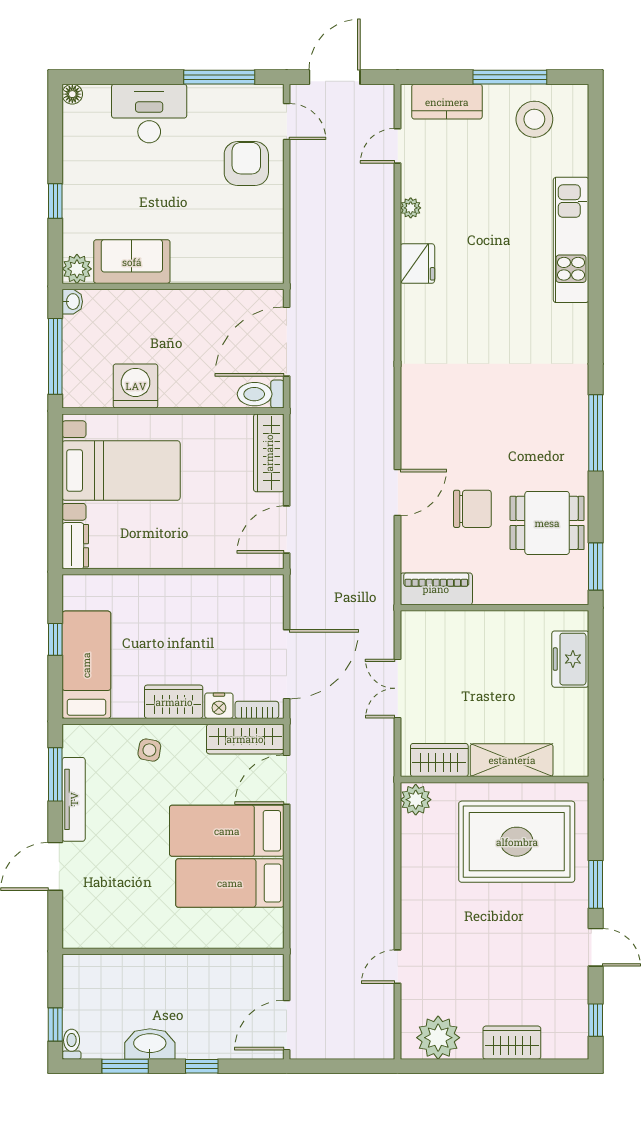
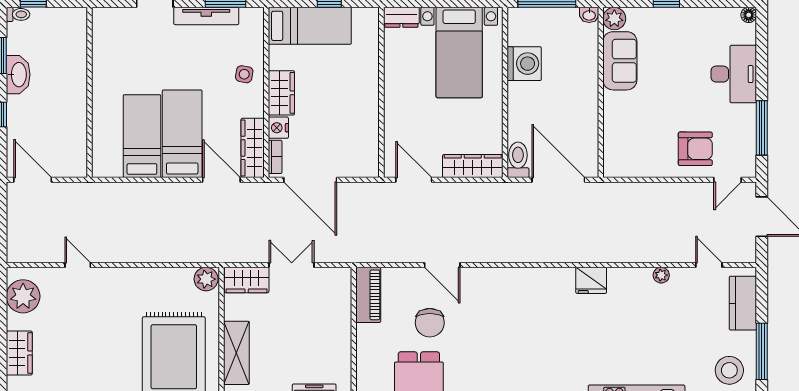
fridge: (417, 264) -> (591, 280), moved
wardrobe: (439, 760) -> (247, 280), moved, turned 90

